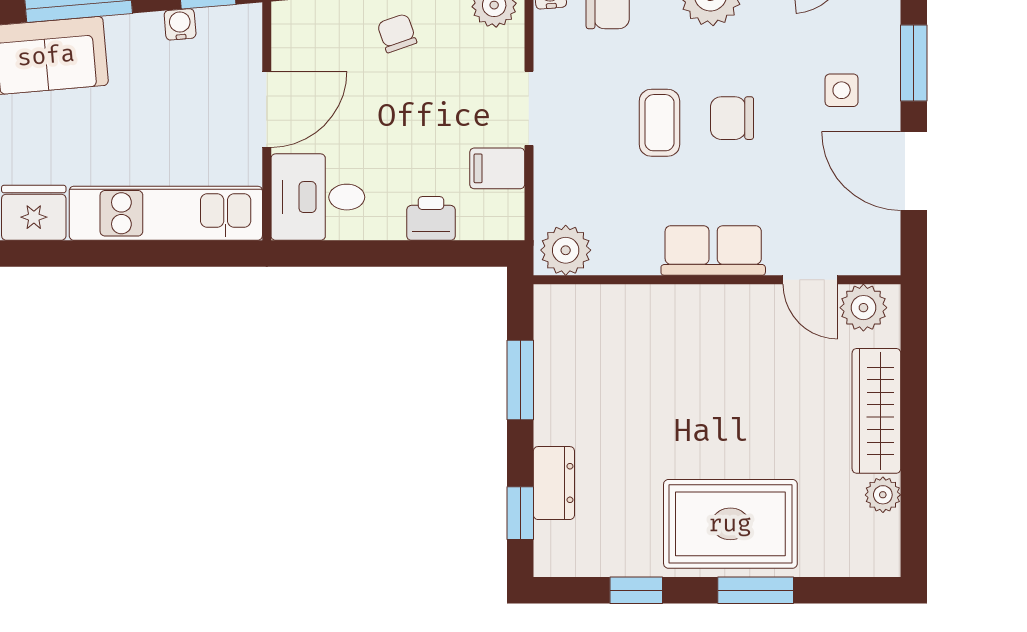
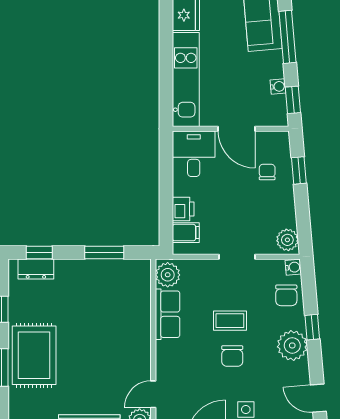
chair: (397, 33) -> (267, 172), moved, turned -71
chair: (732, 118) -> (232, 356), turned 180
filing cabinet: (497, 168) -> (186, 233), moved, turned 90
row of seats: (713, 250) -> (168, 314), moved
dresser: (554, 483) -> (36, 269), moved

